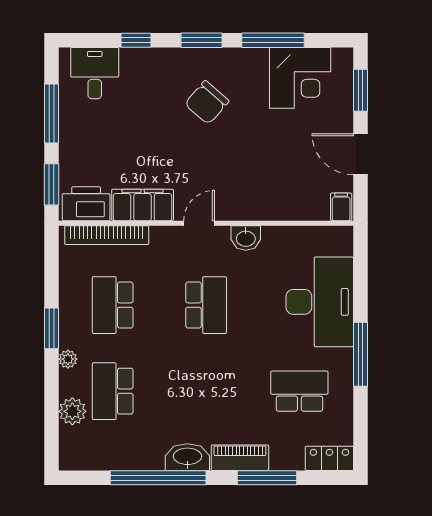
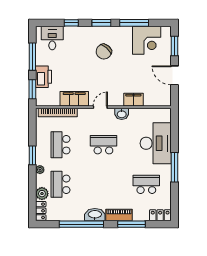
printer: (86, 204) -> (44, 77), moved, turned 90
filing cabinet: (341, 207) -> (133, 100), moved, width x2.00
school desk: (206, 305) -> (103, 145), turned -90
locker: (70, 449) -> (41, 211), added

